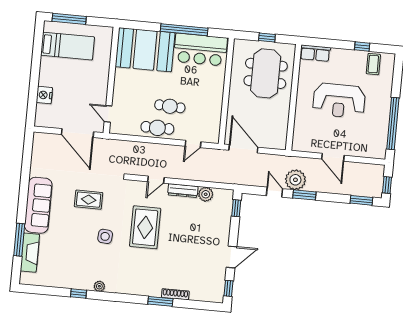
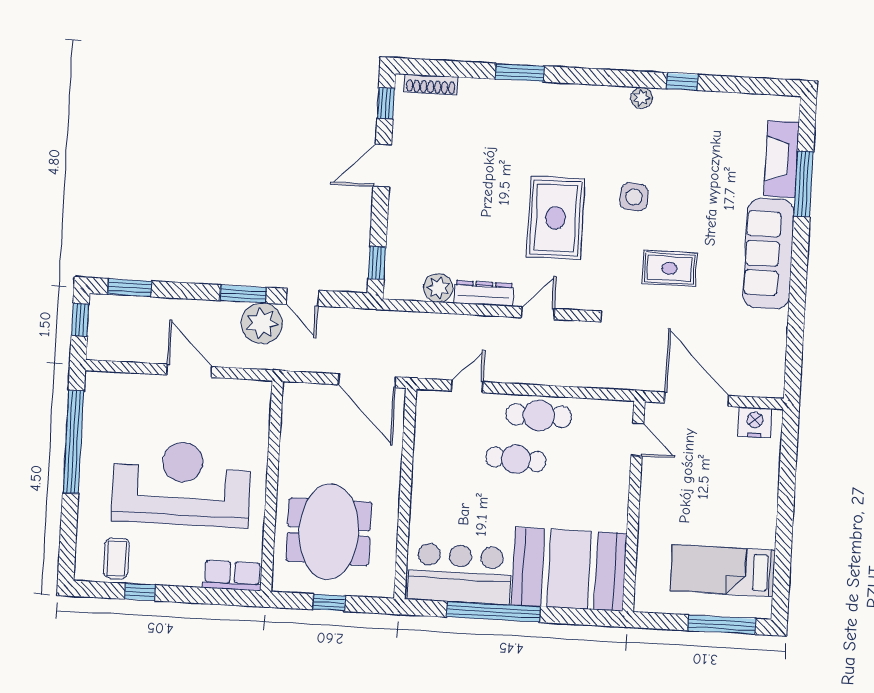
nightstand: (44, 95) -> (755, 422), moved, turned -90
reception desk: (339, 101) -> (182, 483), width x1.36, depth x1.30
shoe rack: (175, 294) -> (431, 84), moved

